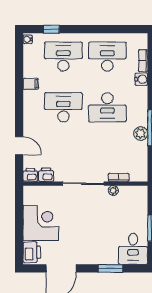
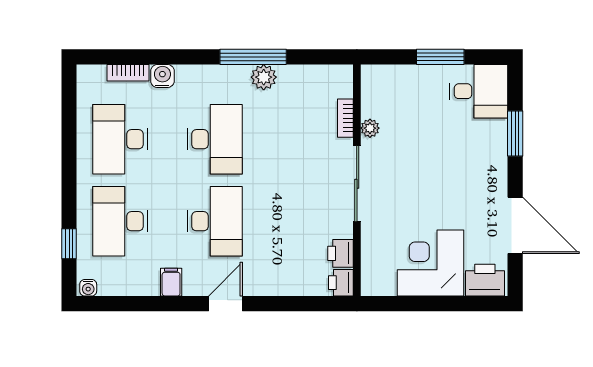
desk: (63, 107) -> (215, 221), turned 180
door: (19, 146) -> (225, 304), moved

